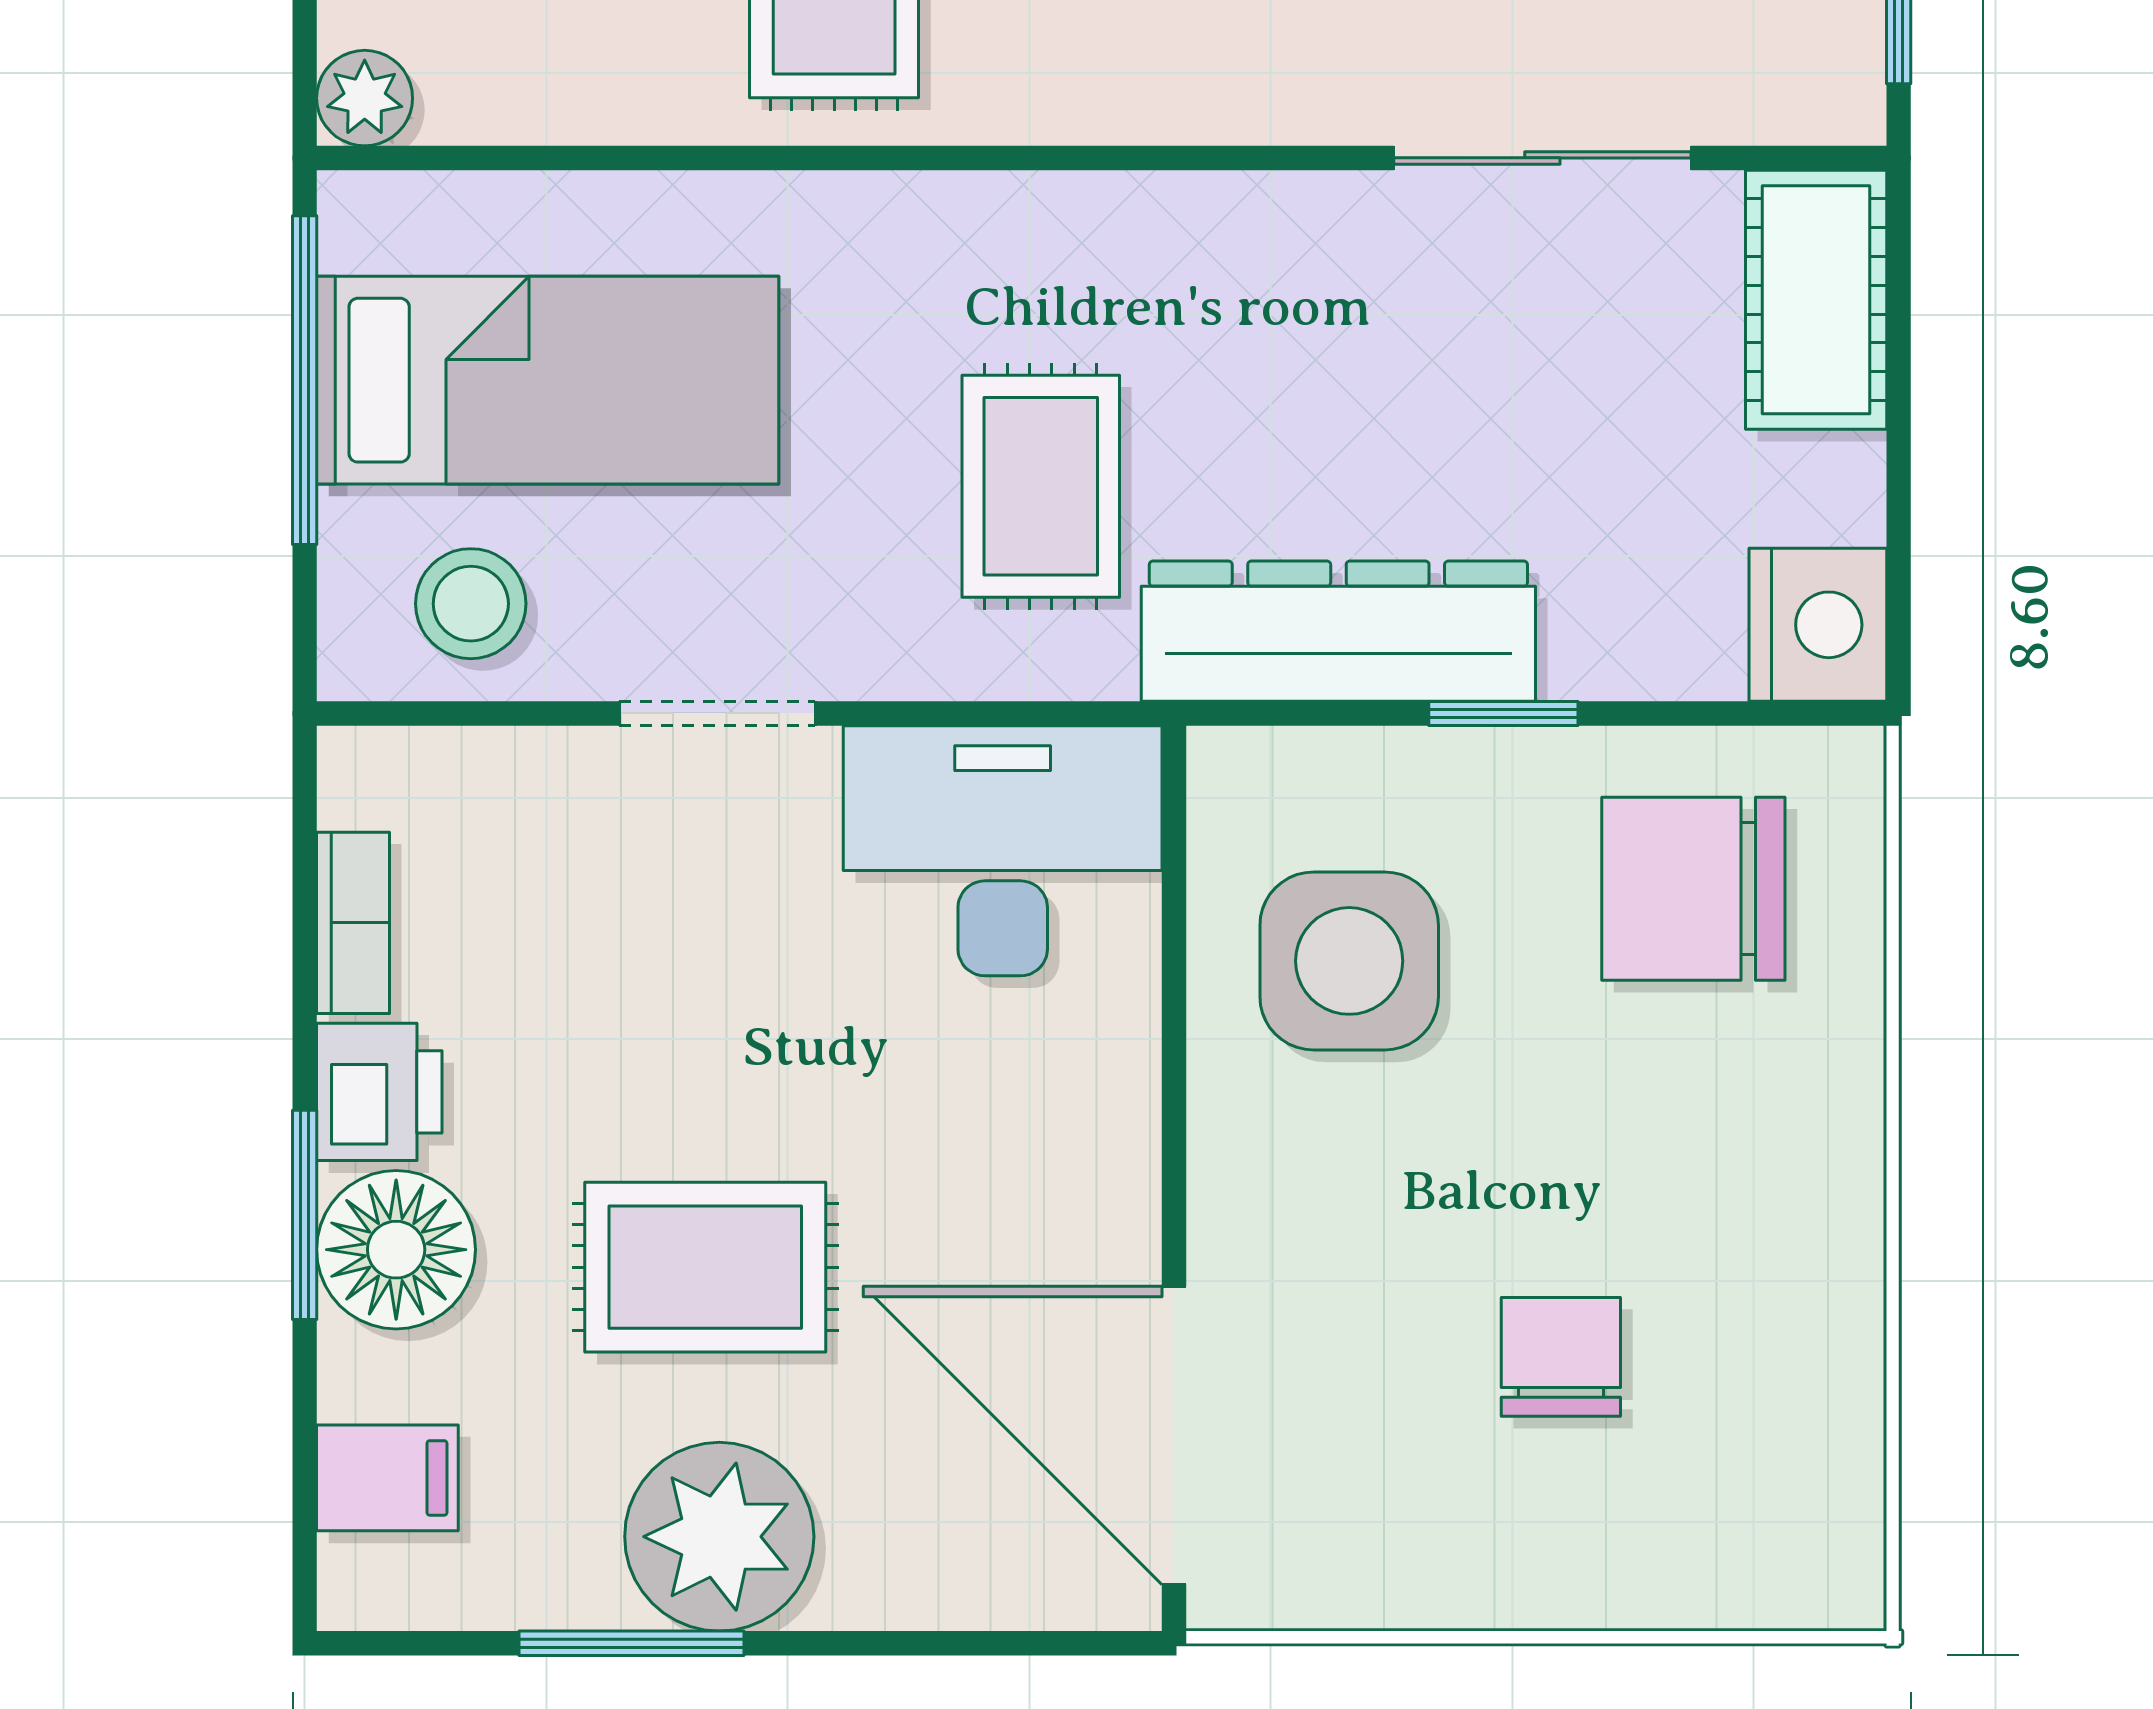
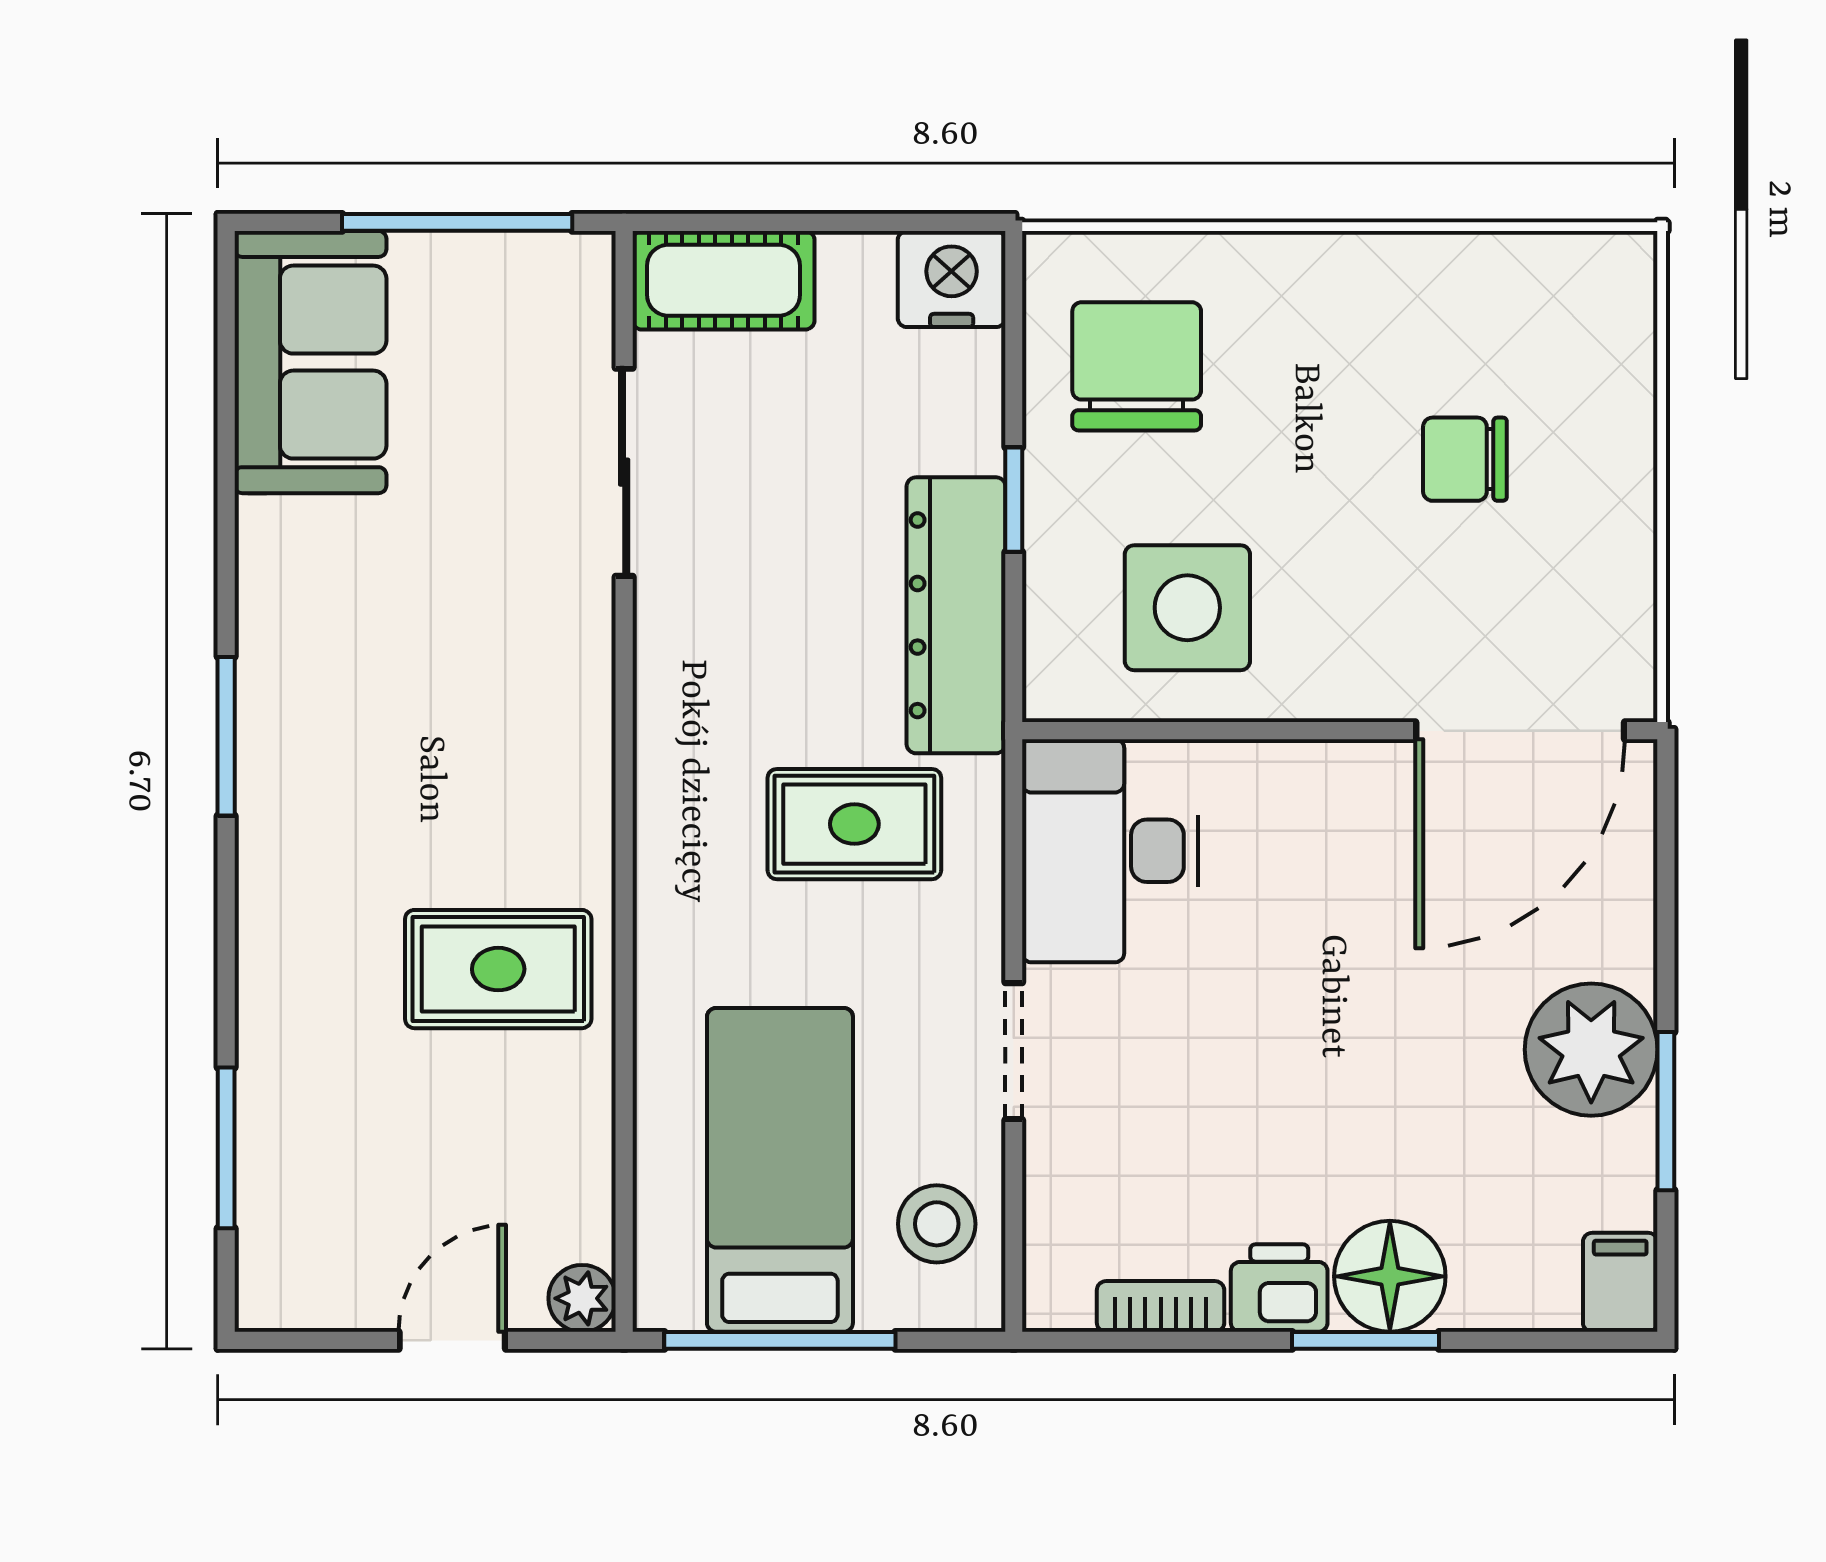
chair: (1693, 889) -> (1137, 366), turned 180
rug: (705, 1267) -> (1402, 1059), removed
filing cabinet: (387, 1478) -> (1620, 1282), moved

